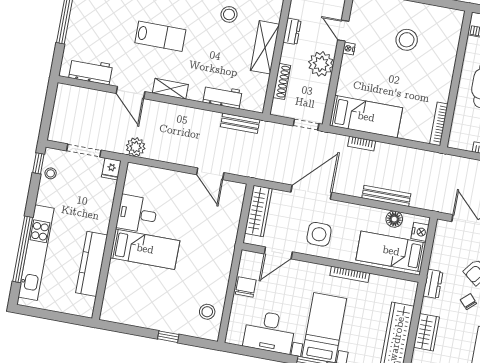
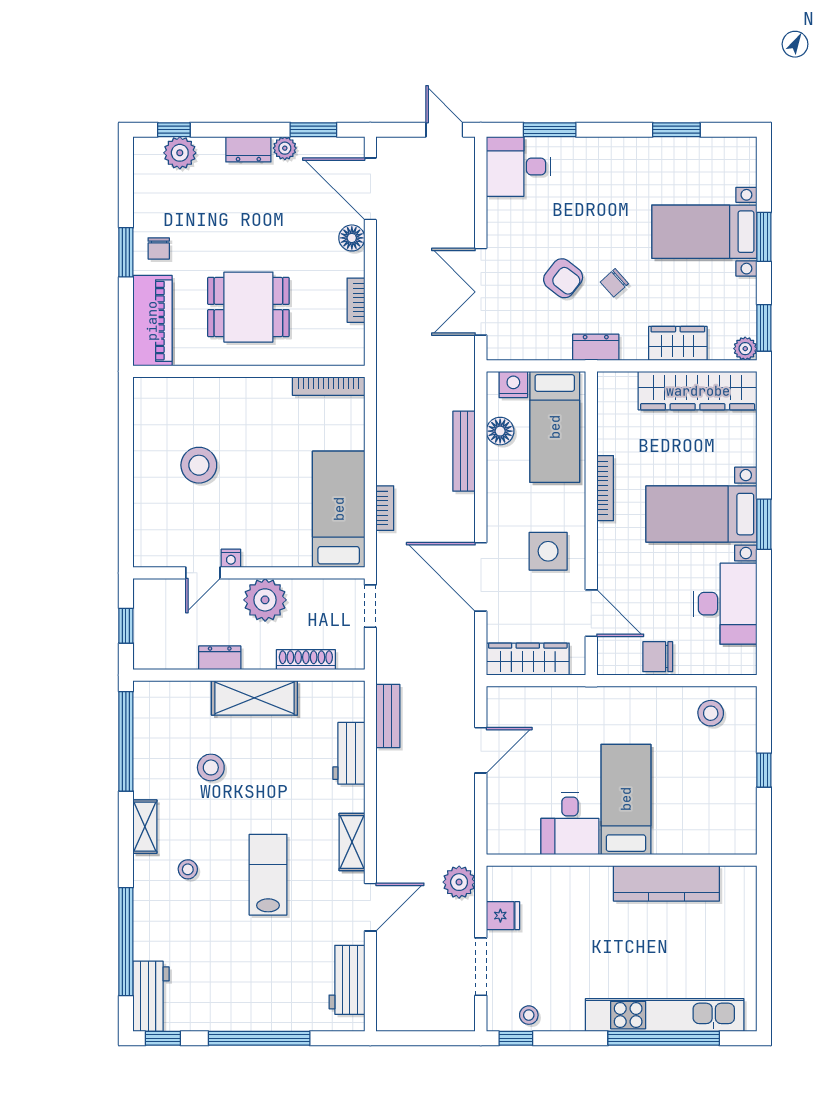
desk: (137, 214) -> (570, 823), moved
wall: (110, 240) -> (622, 860), moved
bed: (145, 249) -> (626, 799), moved
kitchen counter: (92, 264) -> (666, 883), moved

